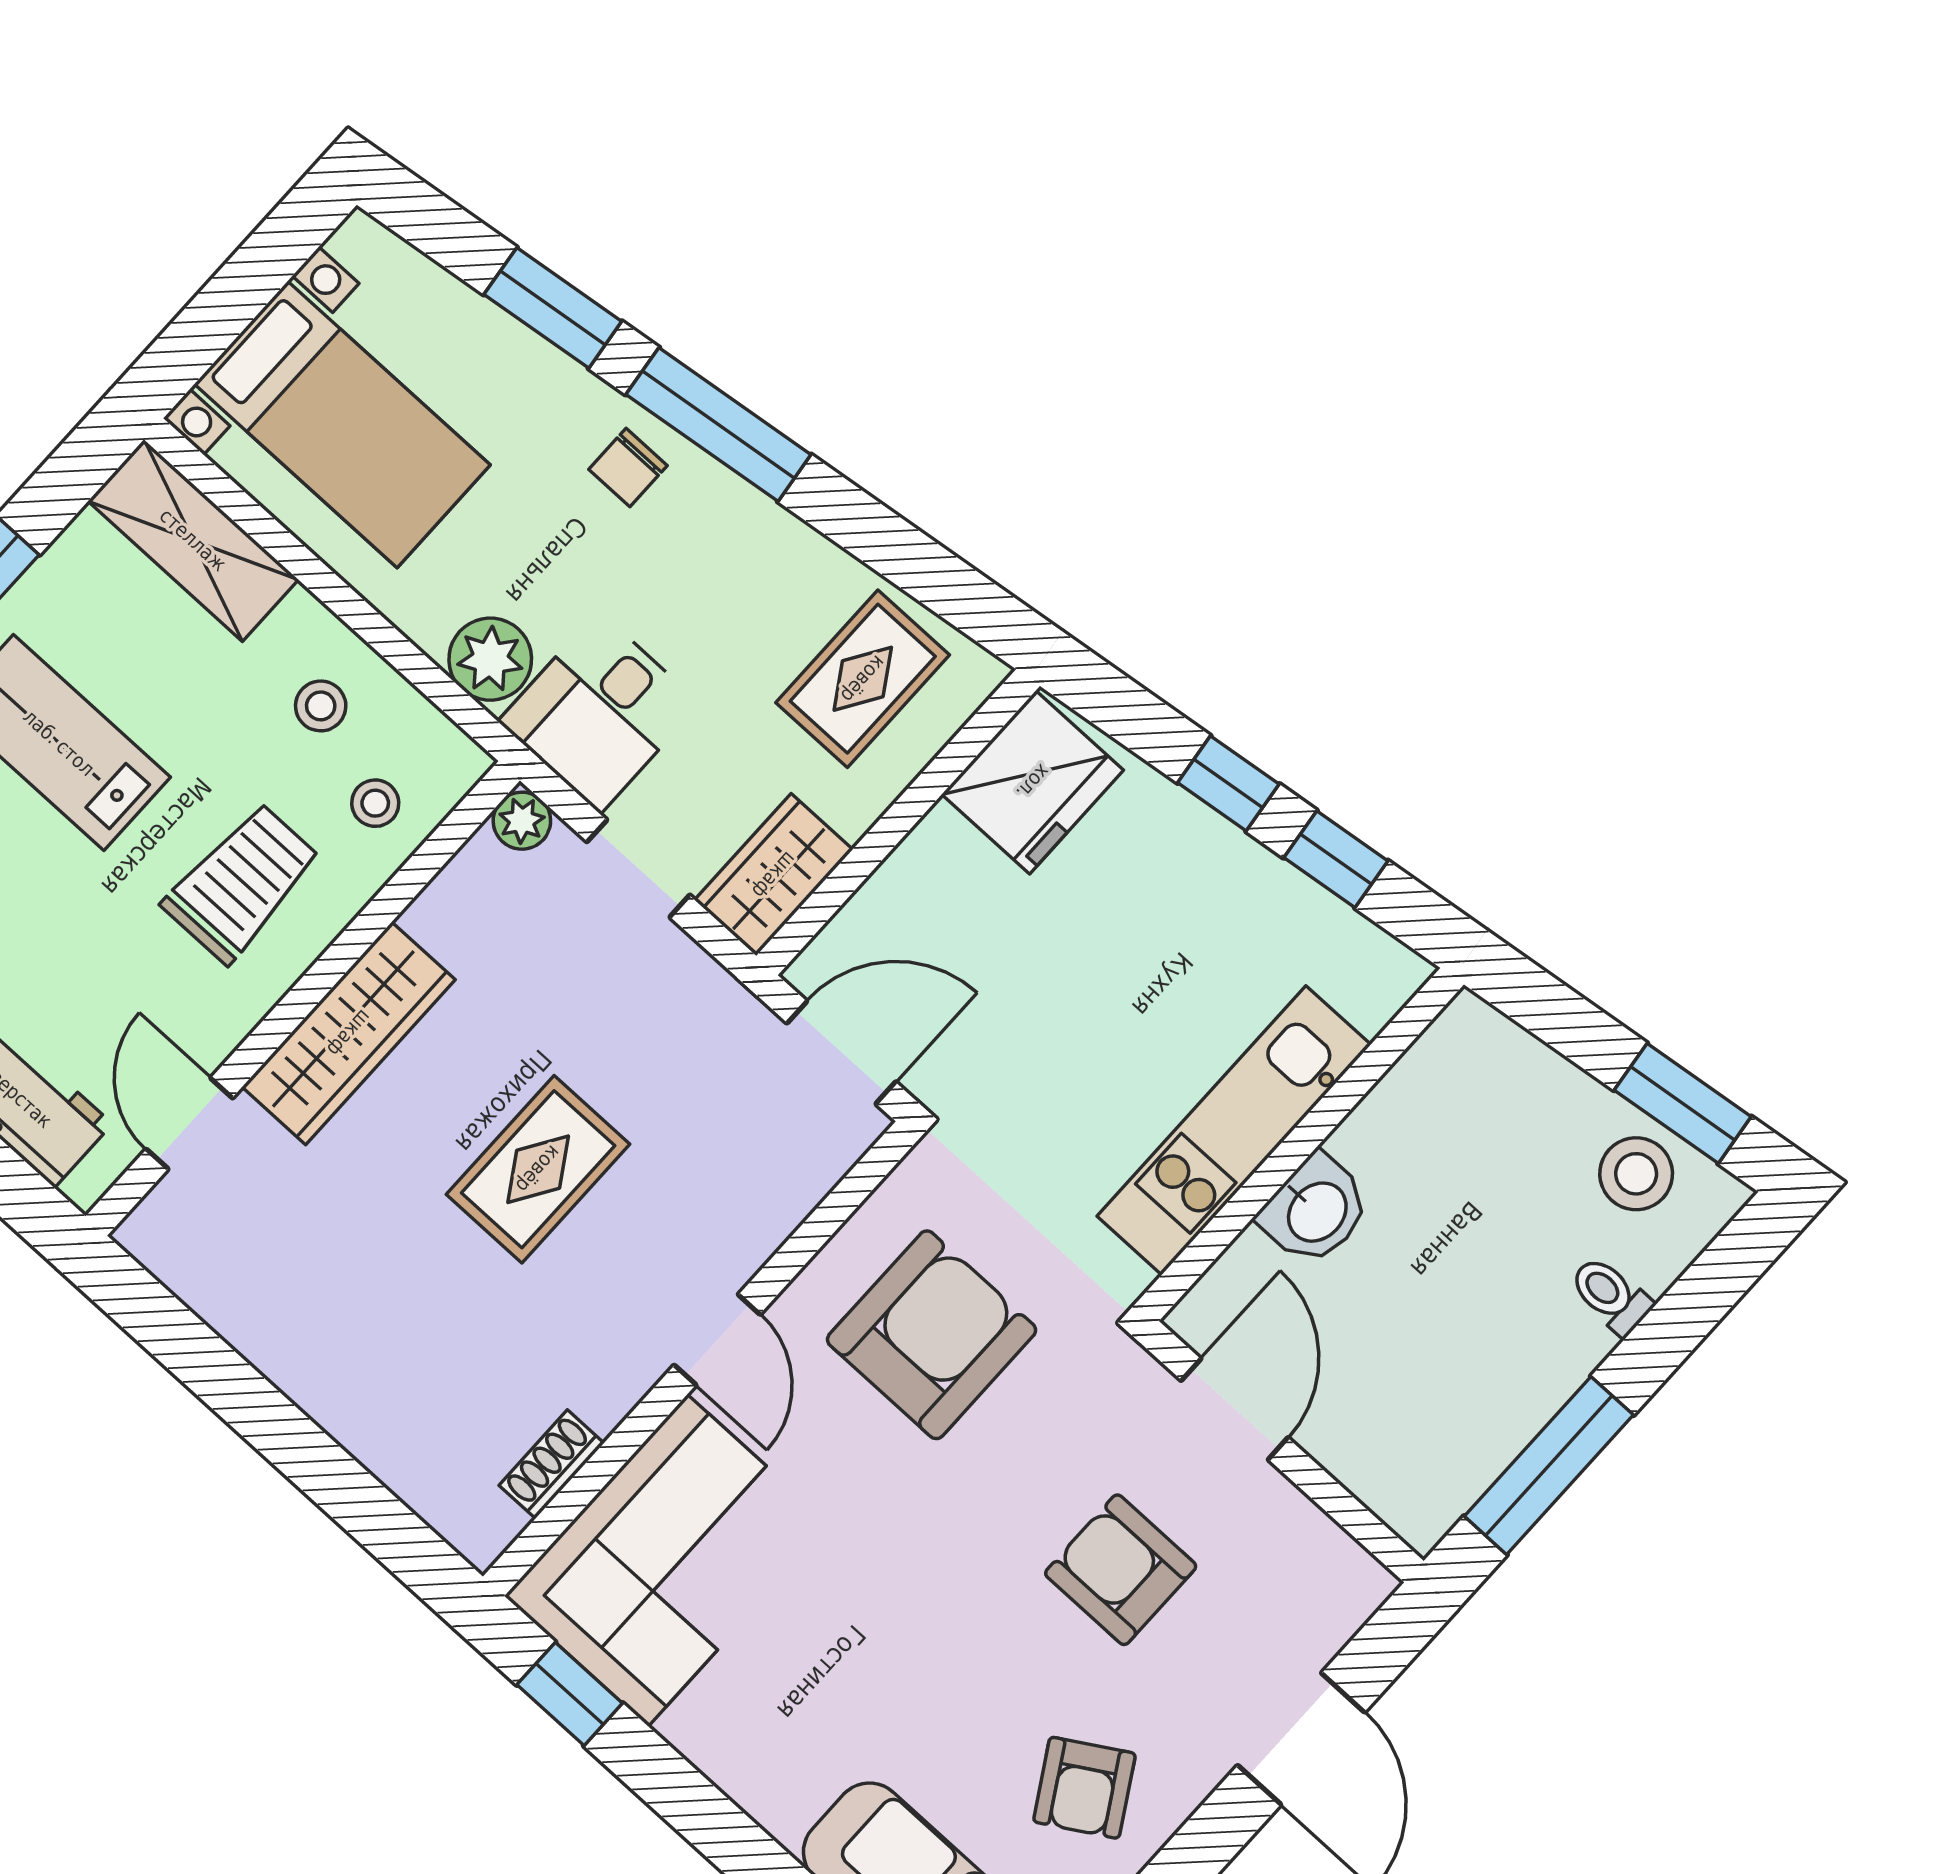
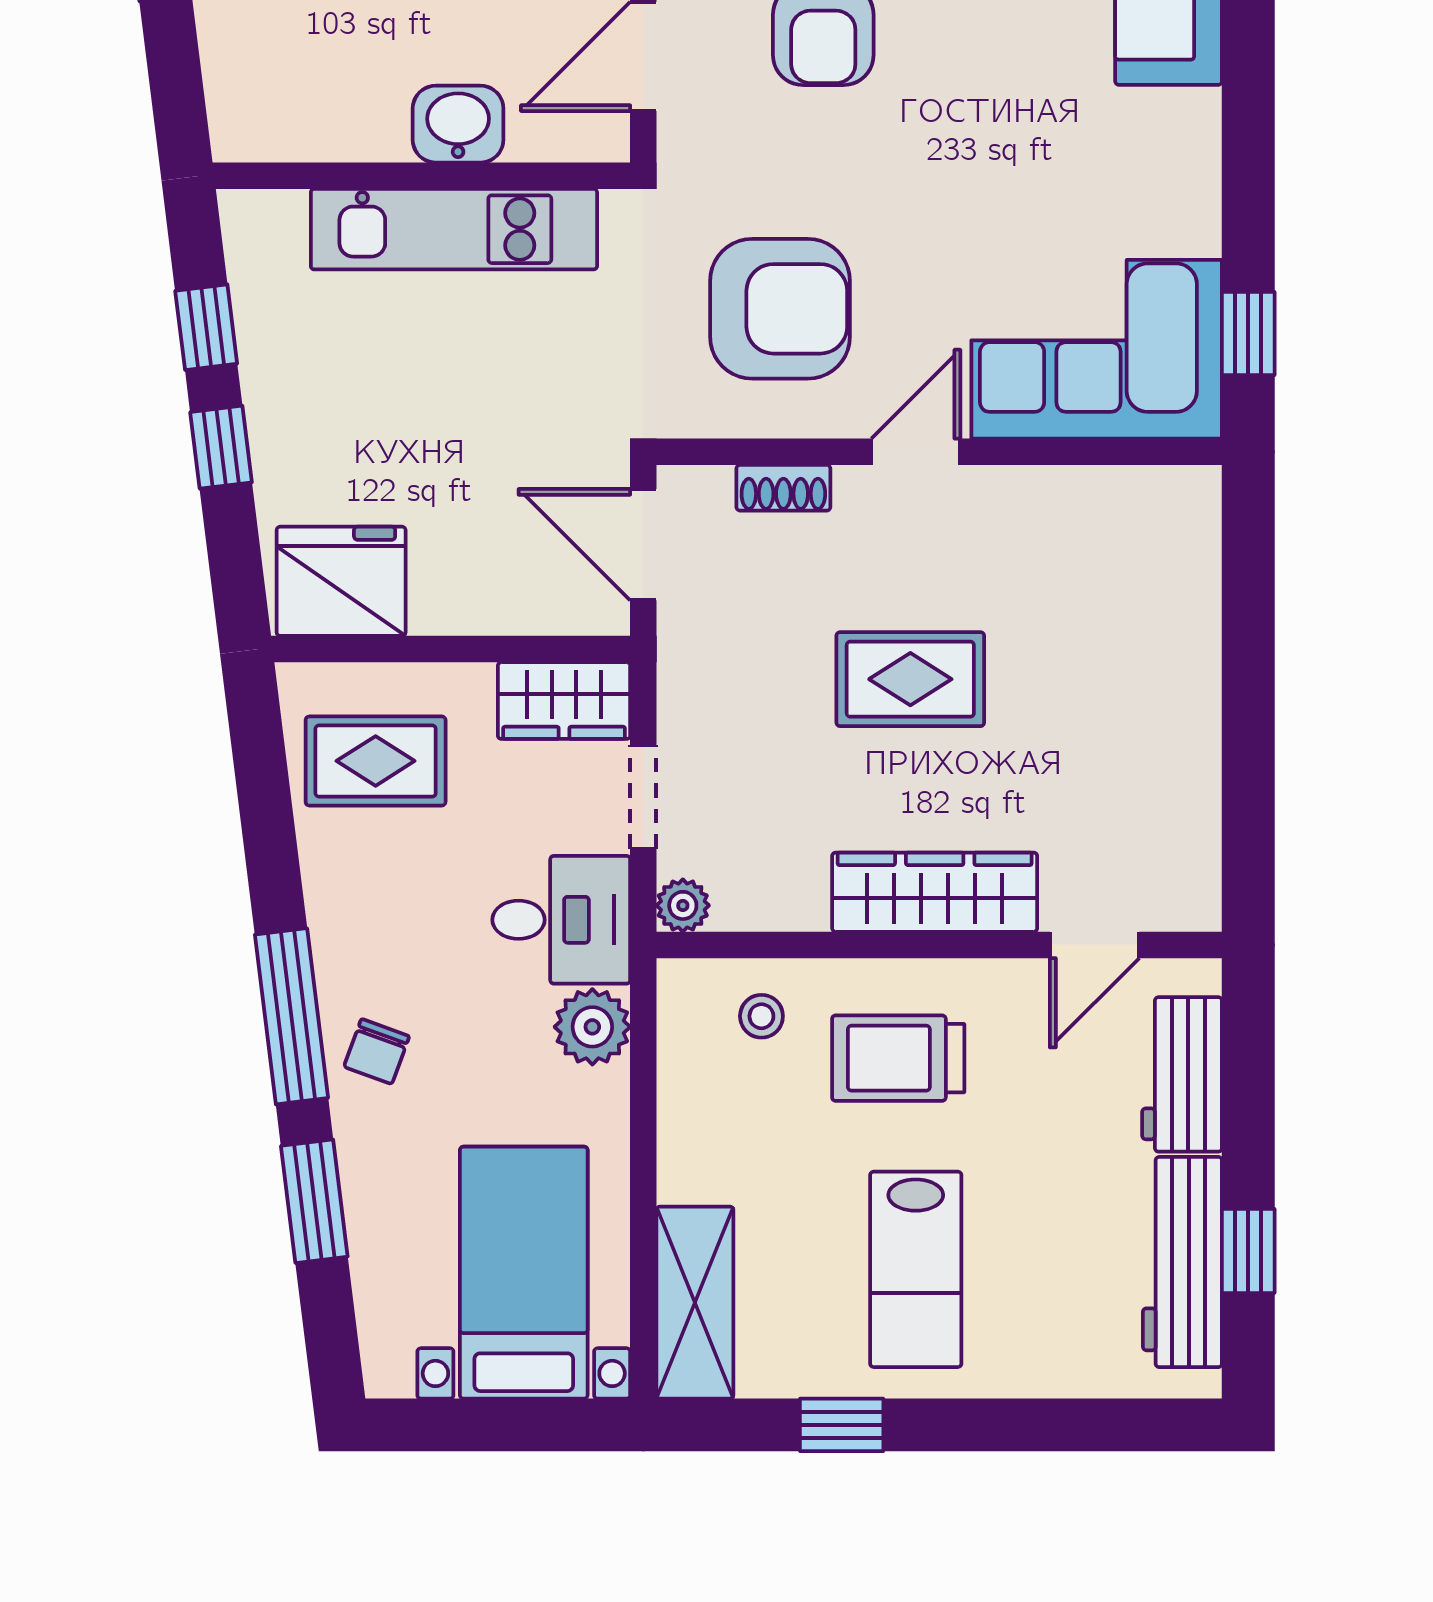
chair: (628, 467) -> (377, 1051), turned 110
stool: (321, 706) -> (729, 1113), removed
armchair: (932, 1335) -> (780, 309), turned 180
shoe rack: (552, 1464) -> (783, 488), moved

